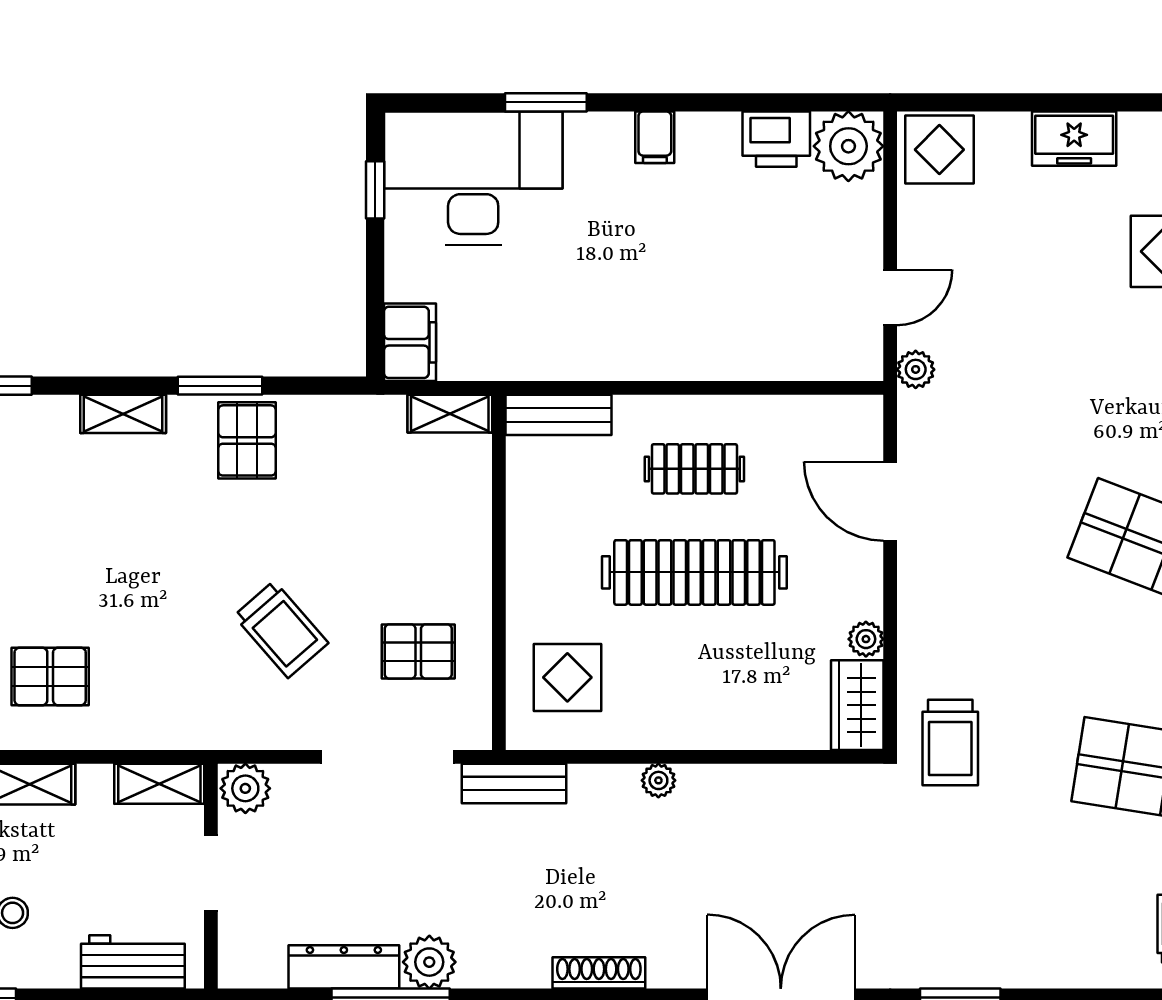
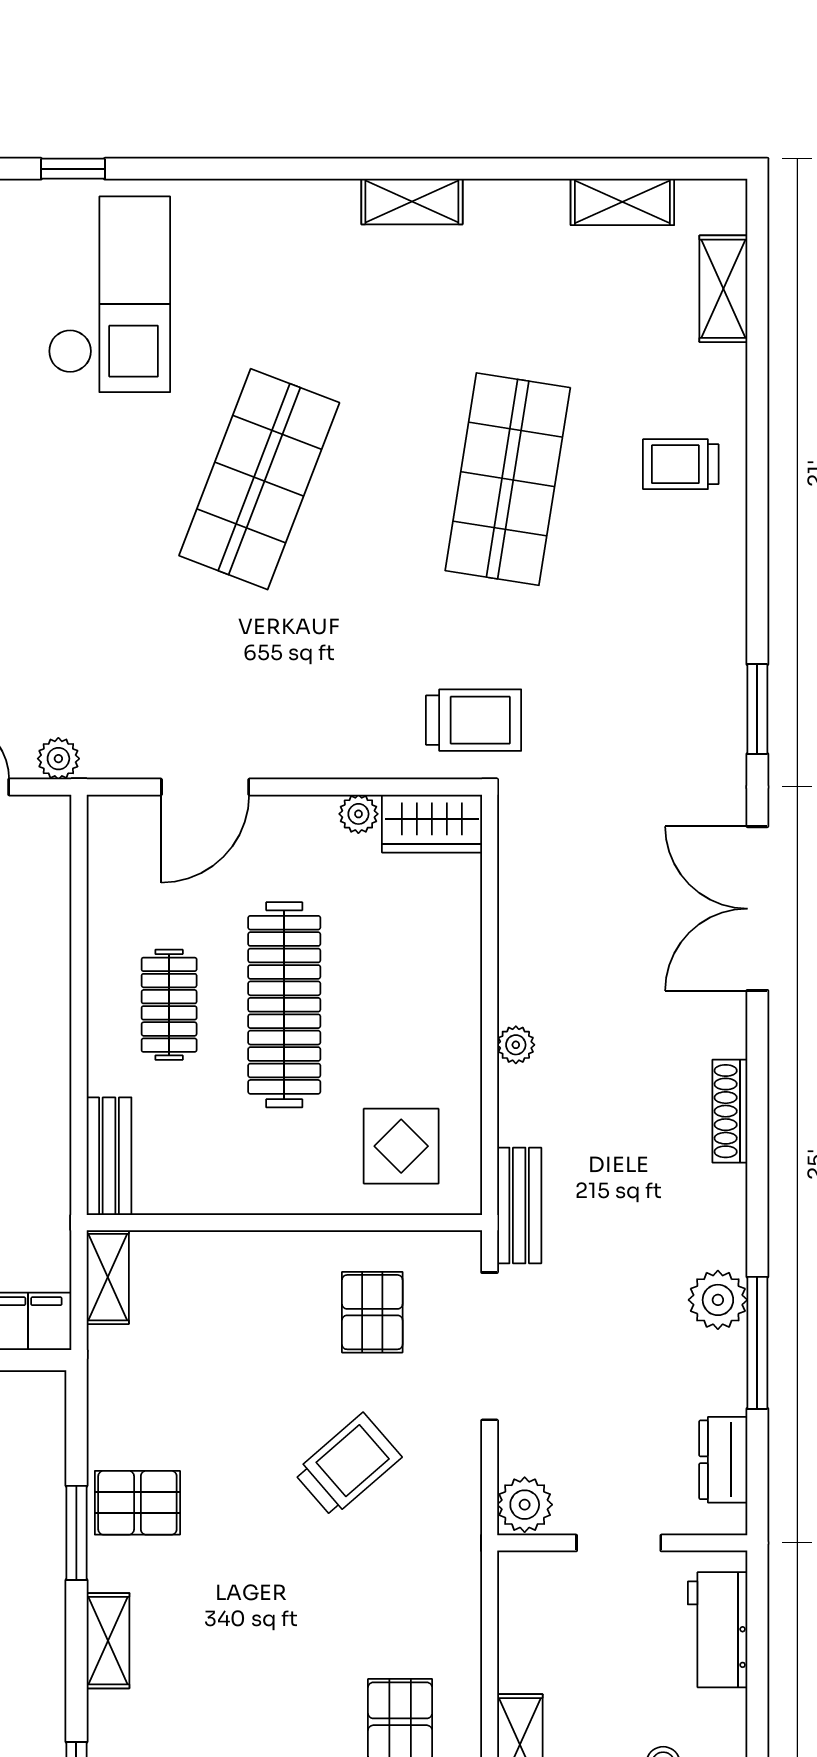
shelving: (159, 784) -> (519, 1600), removed
dresser: (344, 967) -> (723, 1460), moved, width x0.70

